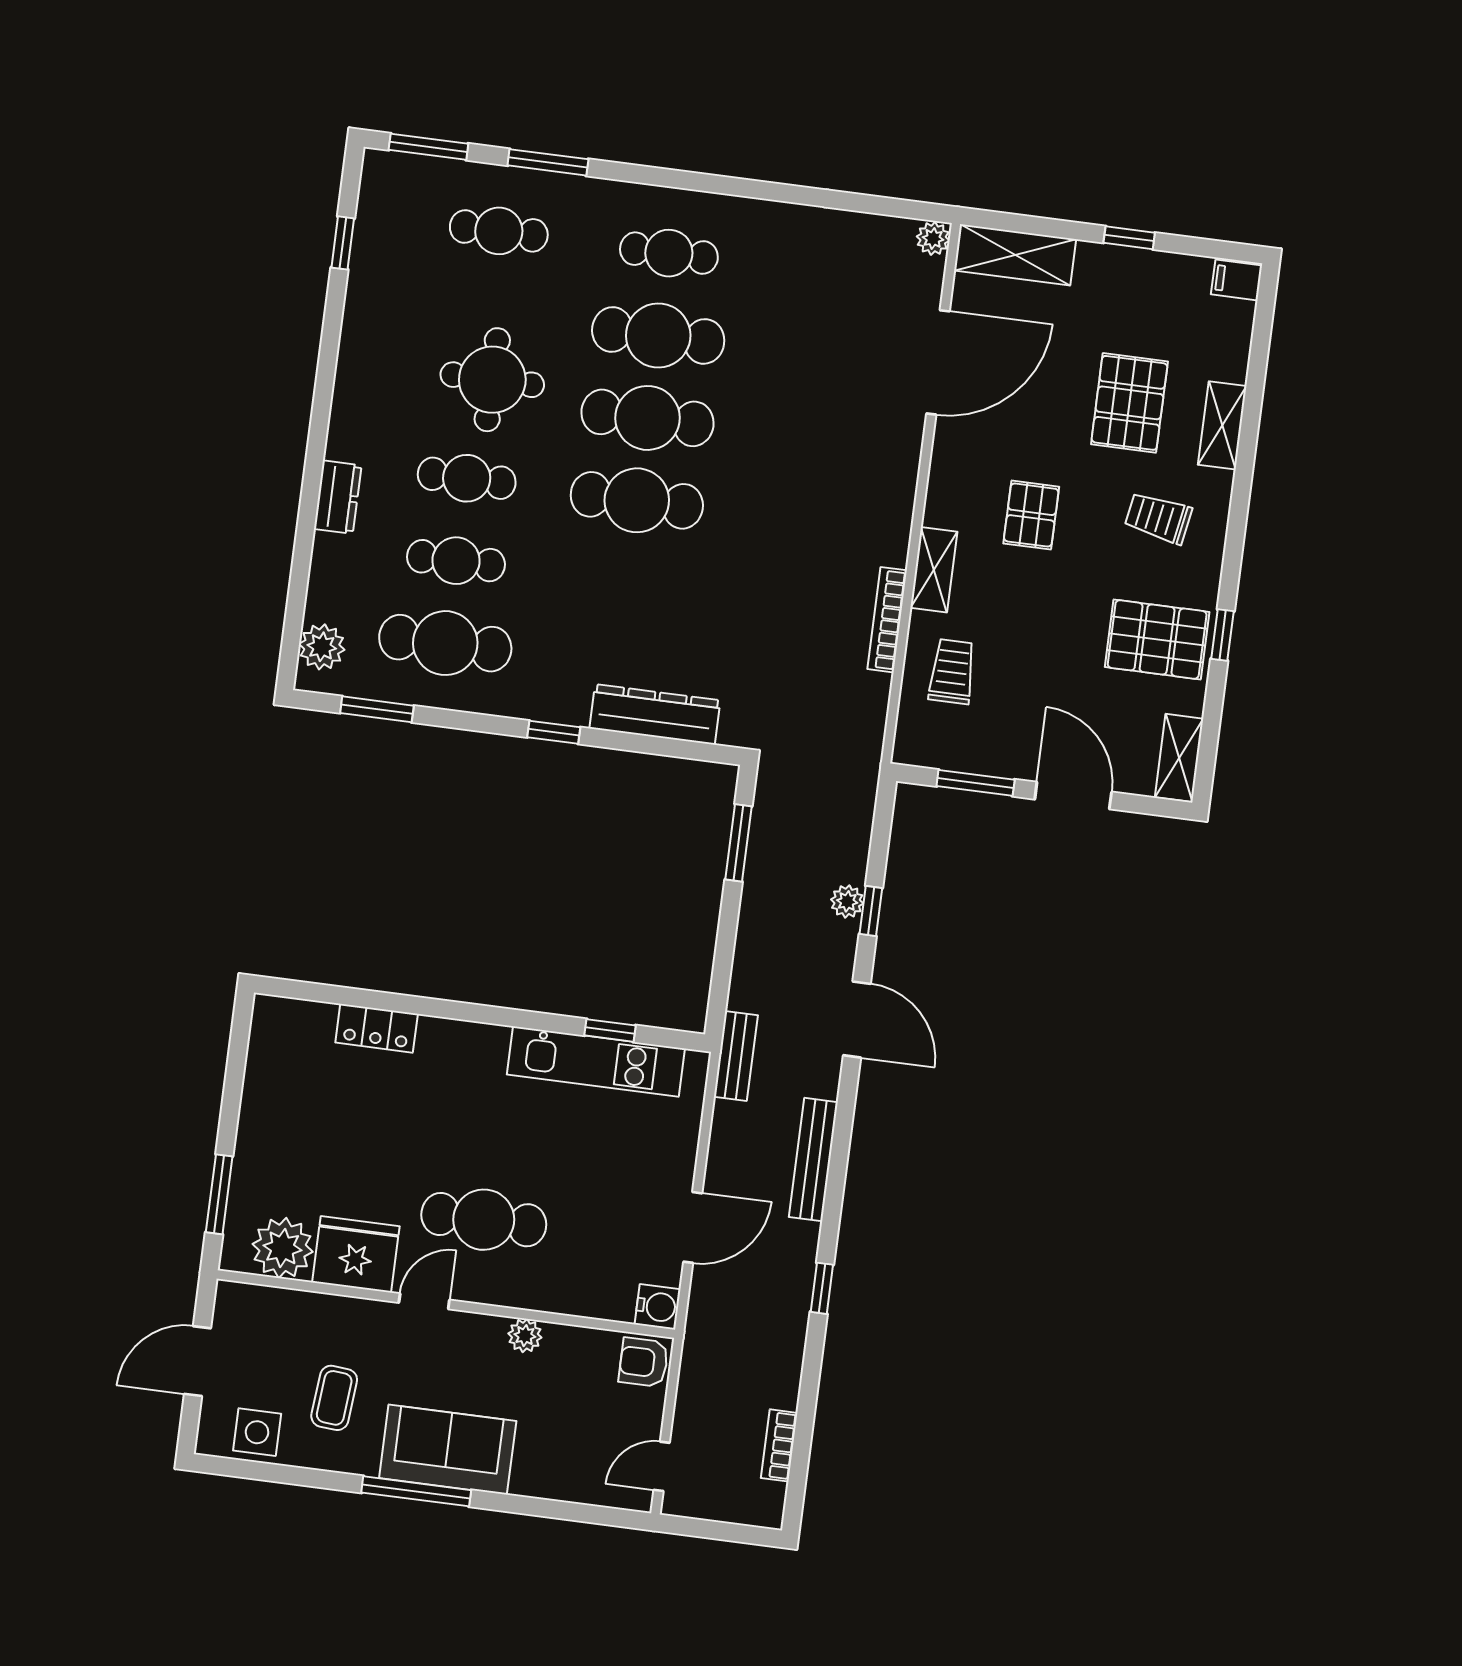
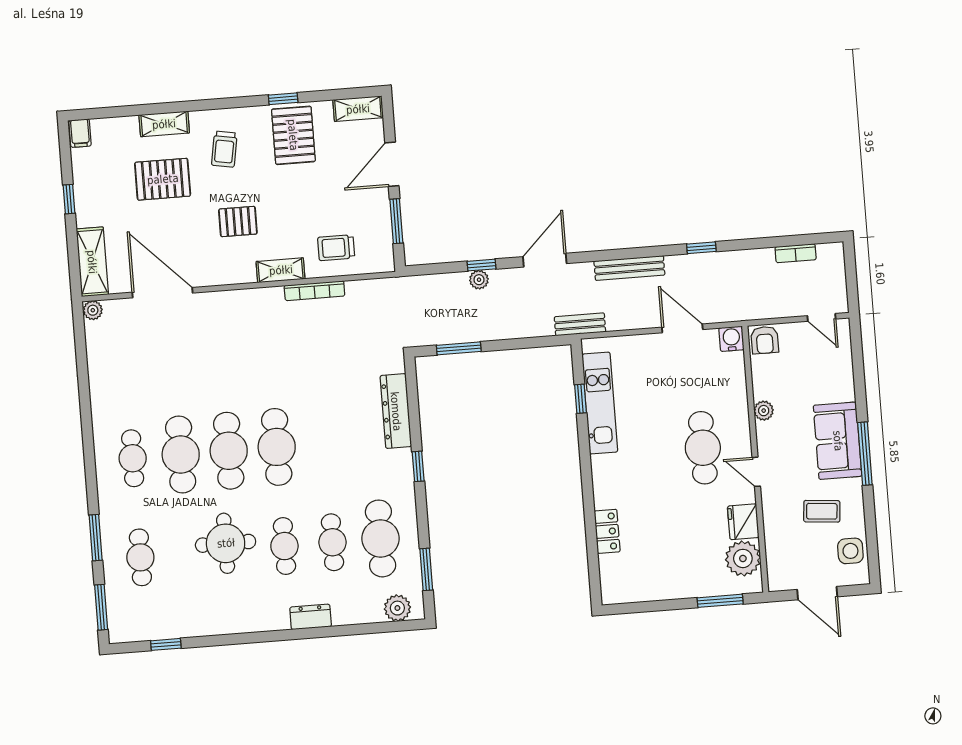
fridge: (356, 1254) -> (743, 522), width x0.73, depth x0.75

